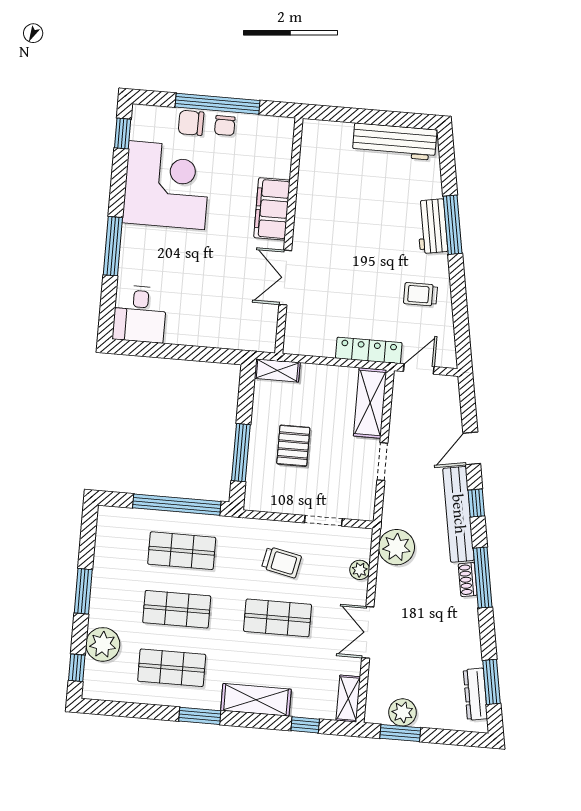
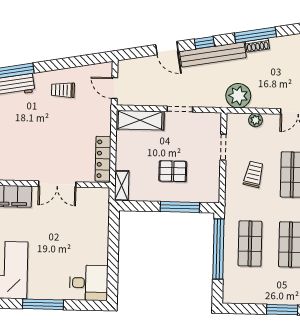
trolley: (421, 294) -> (63, 90), turned 90
locker: (369, 350) -> (103, 159), moved

